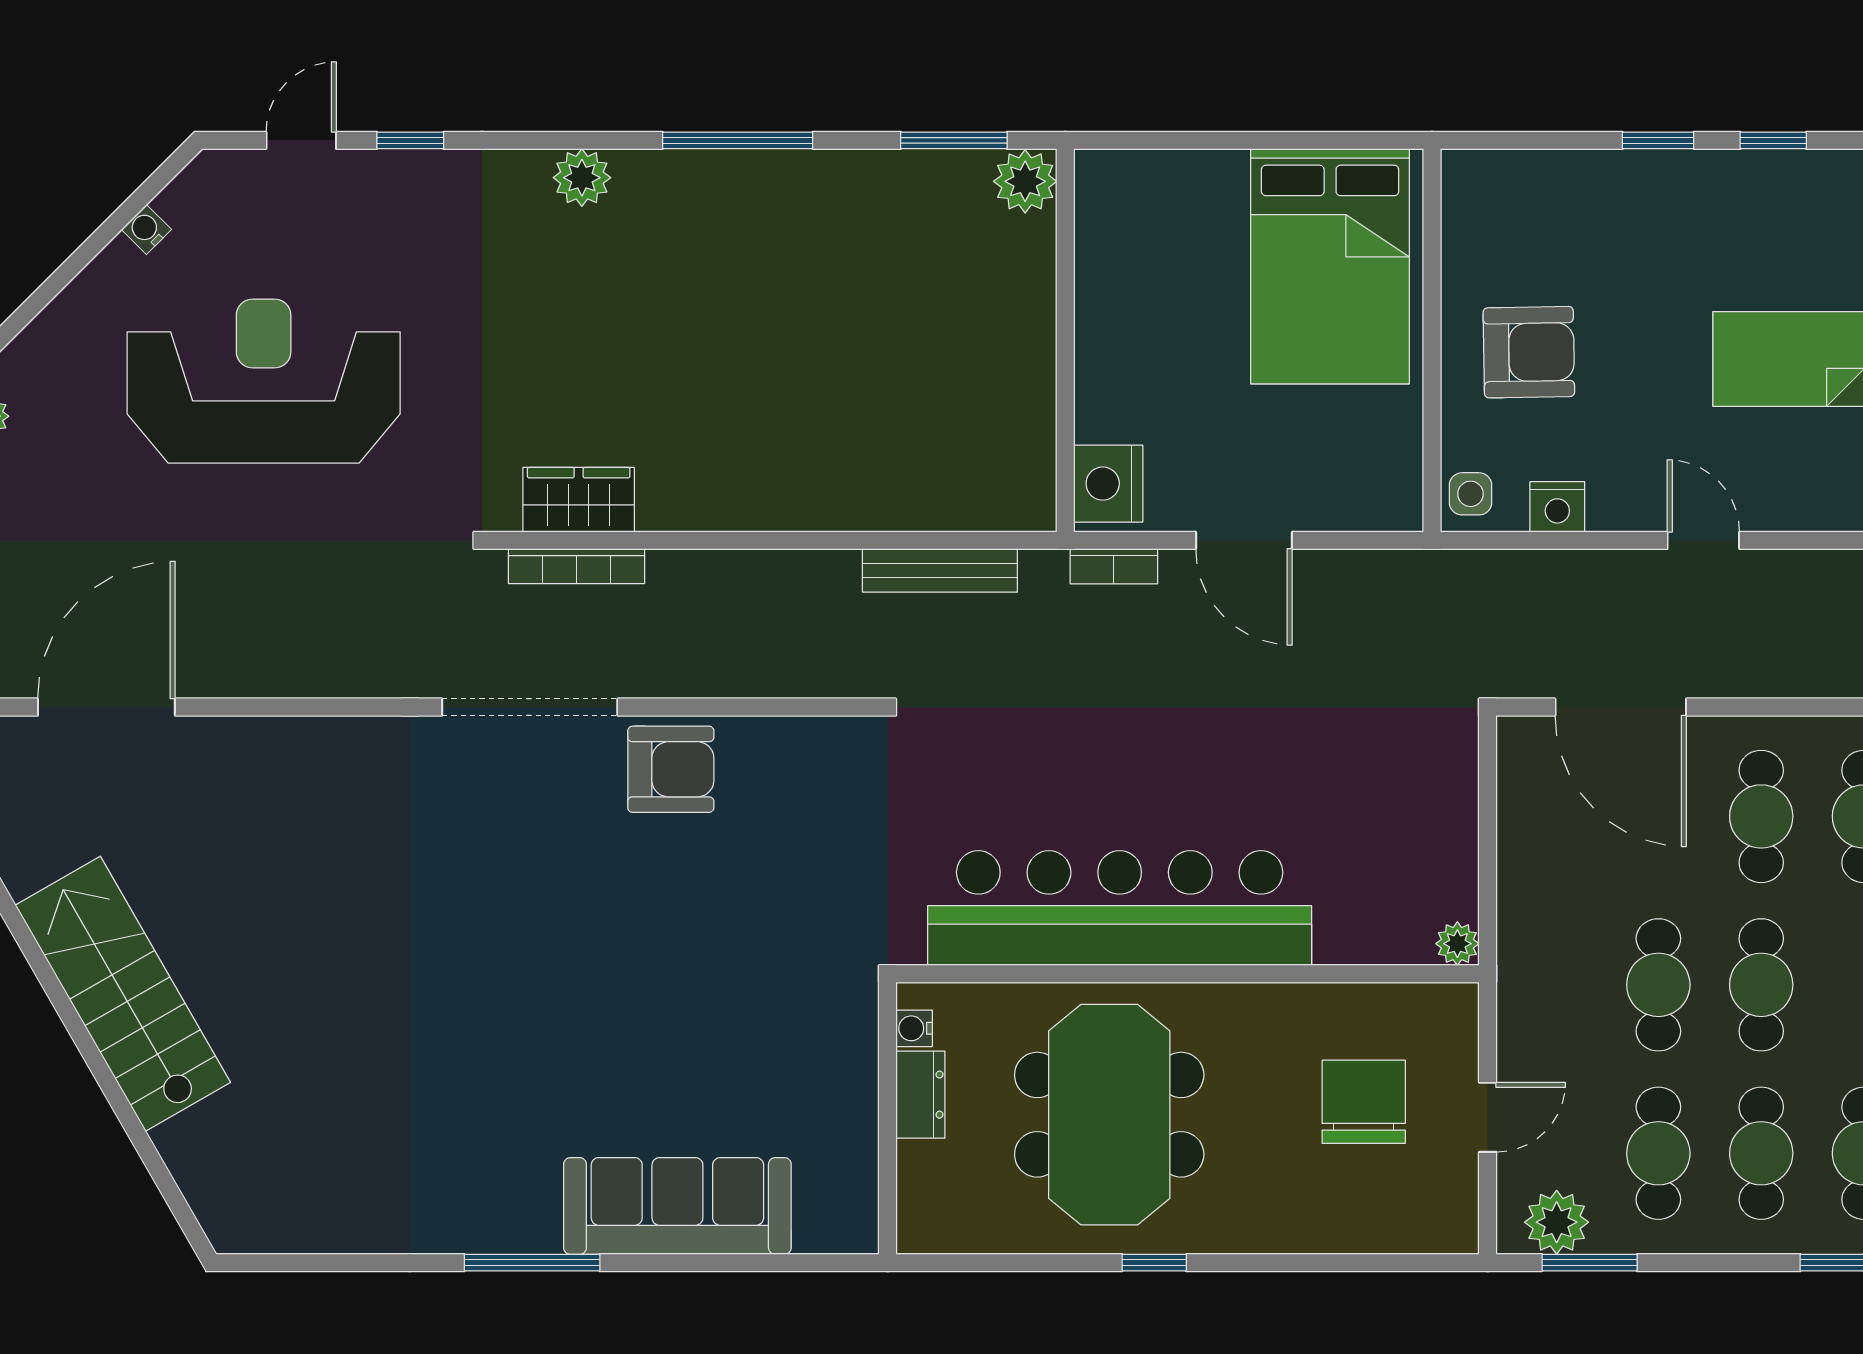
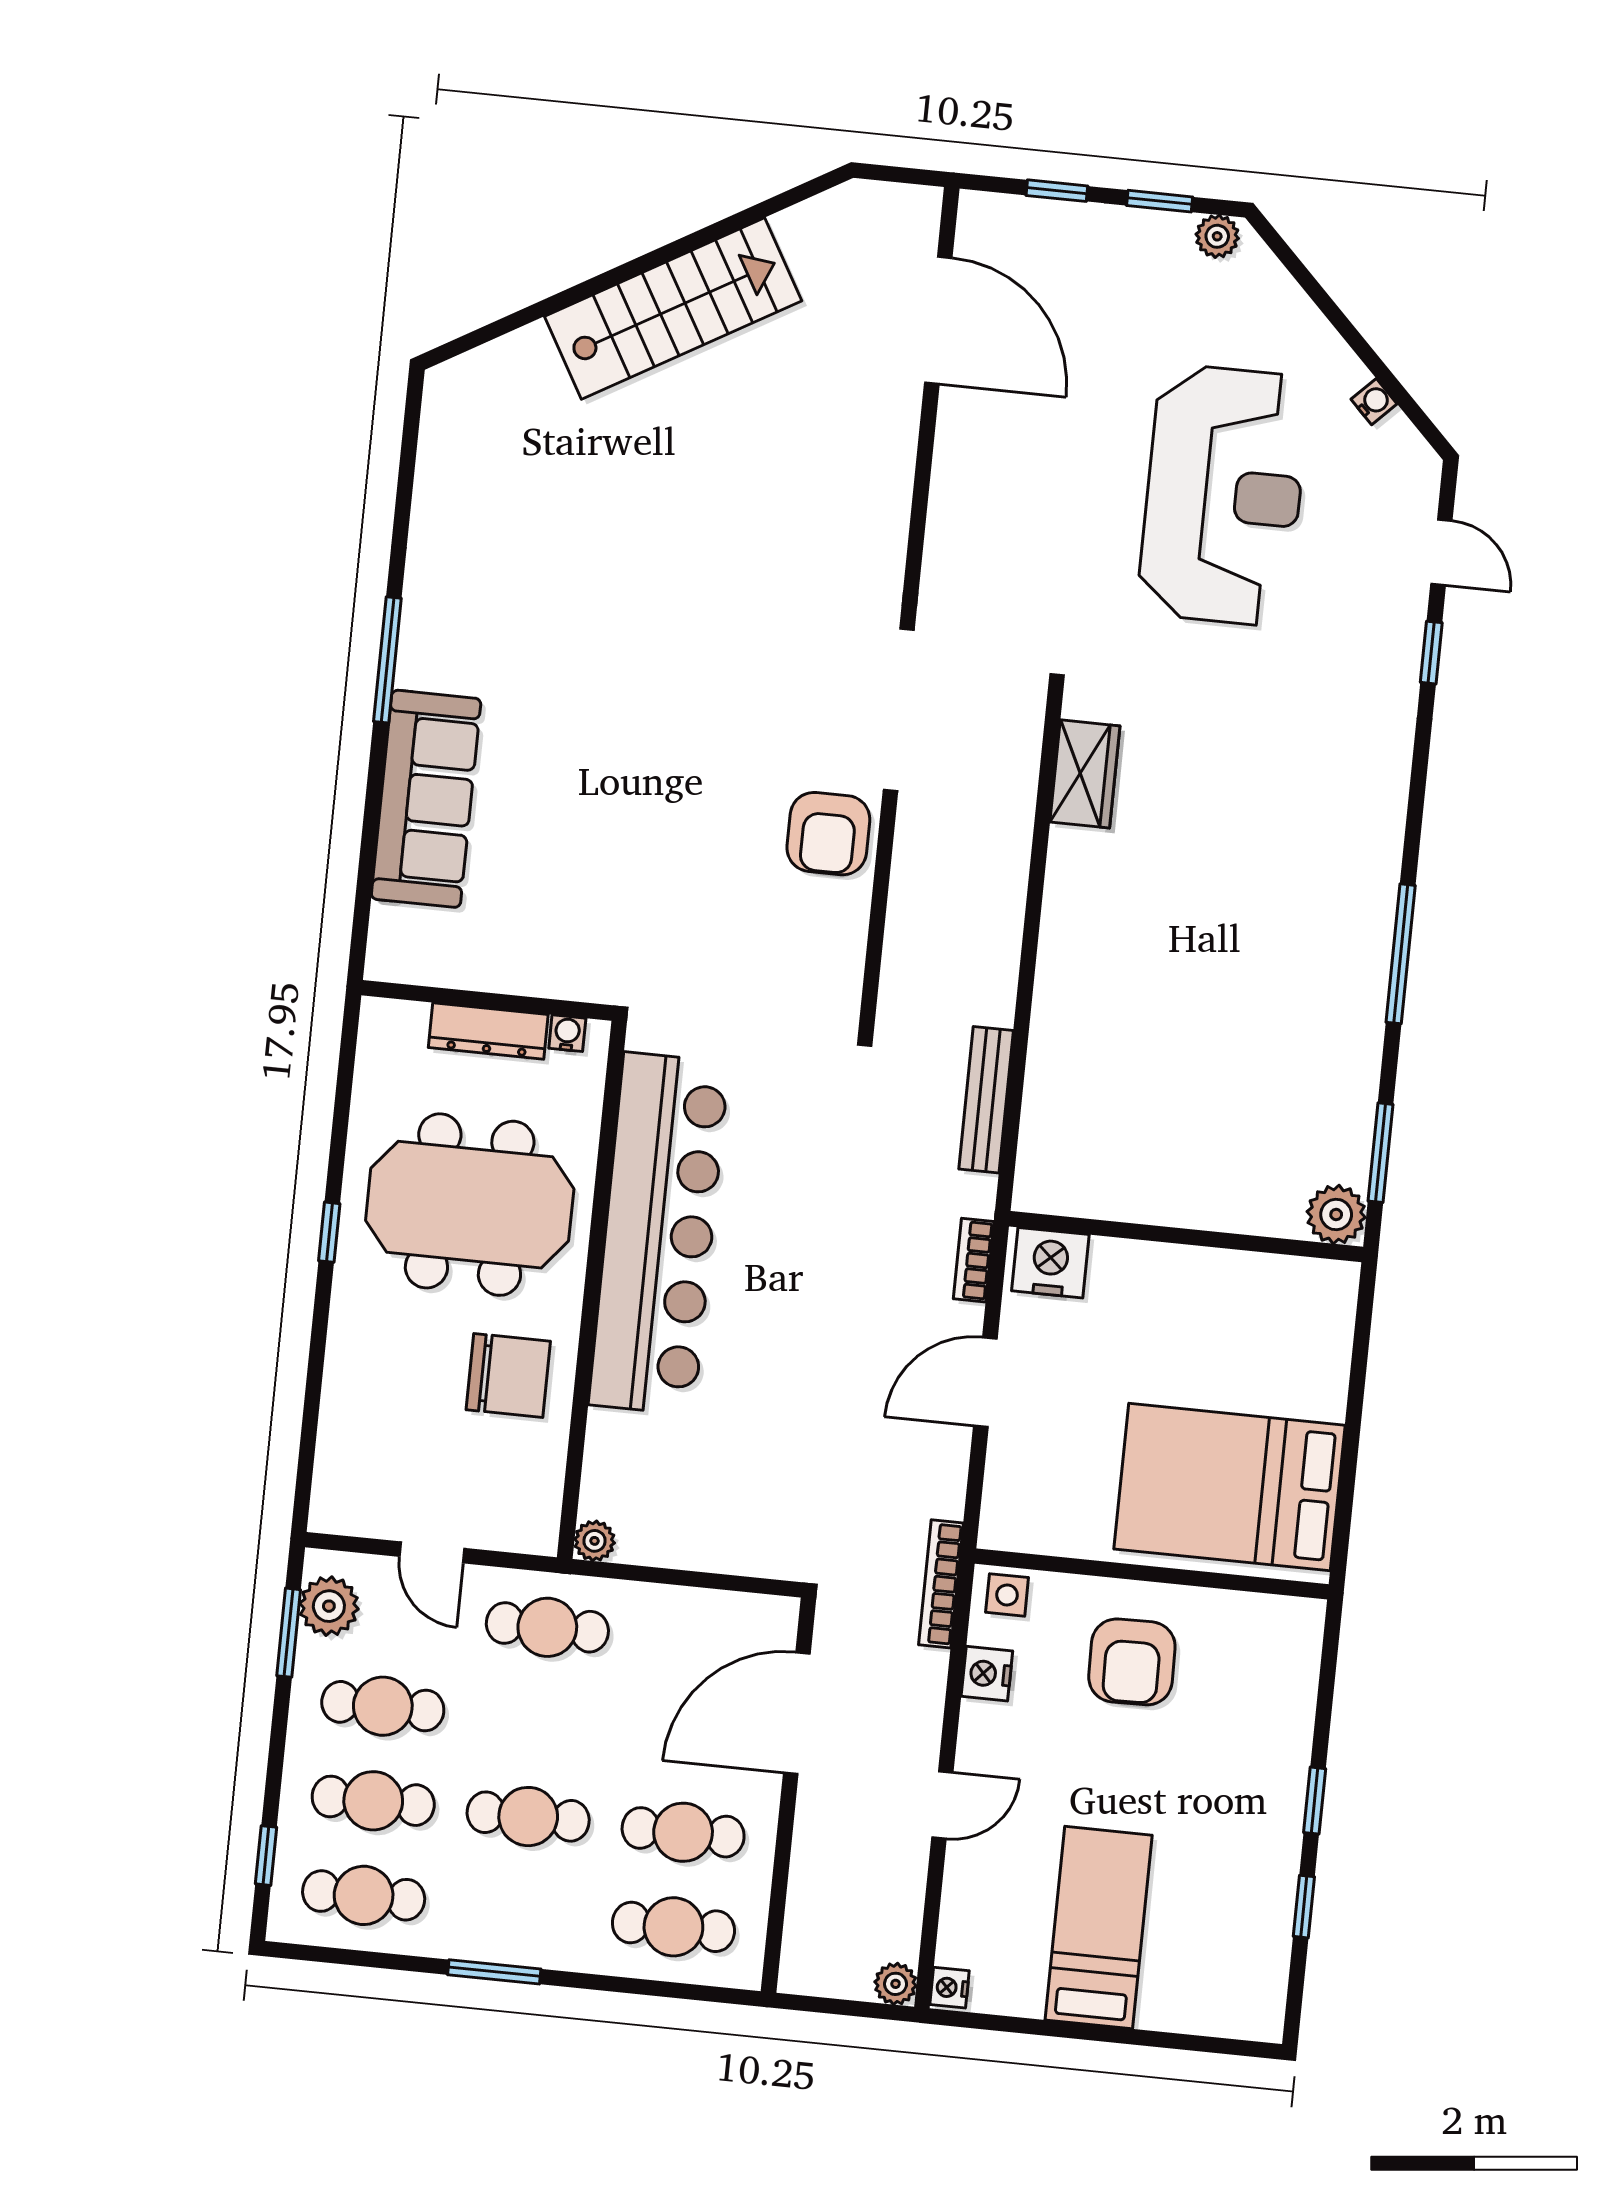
plant: (582, 178) -> (1381, 807), removed
bookcase: (576, 566) -> (941, 1584), moved
cafe table: (1658, 985) -> (547, 1627), moved
dresser: (920, 1095) -> (488, 1031), width x1.44
chair: (1364, 1102) -> (508, 1375), moved

